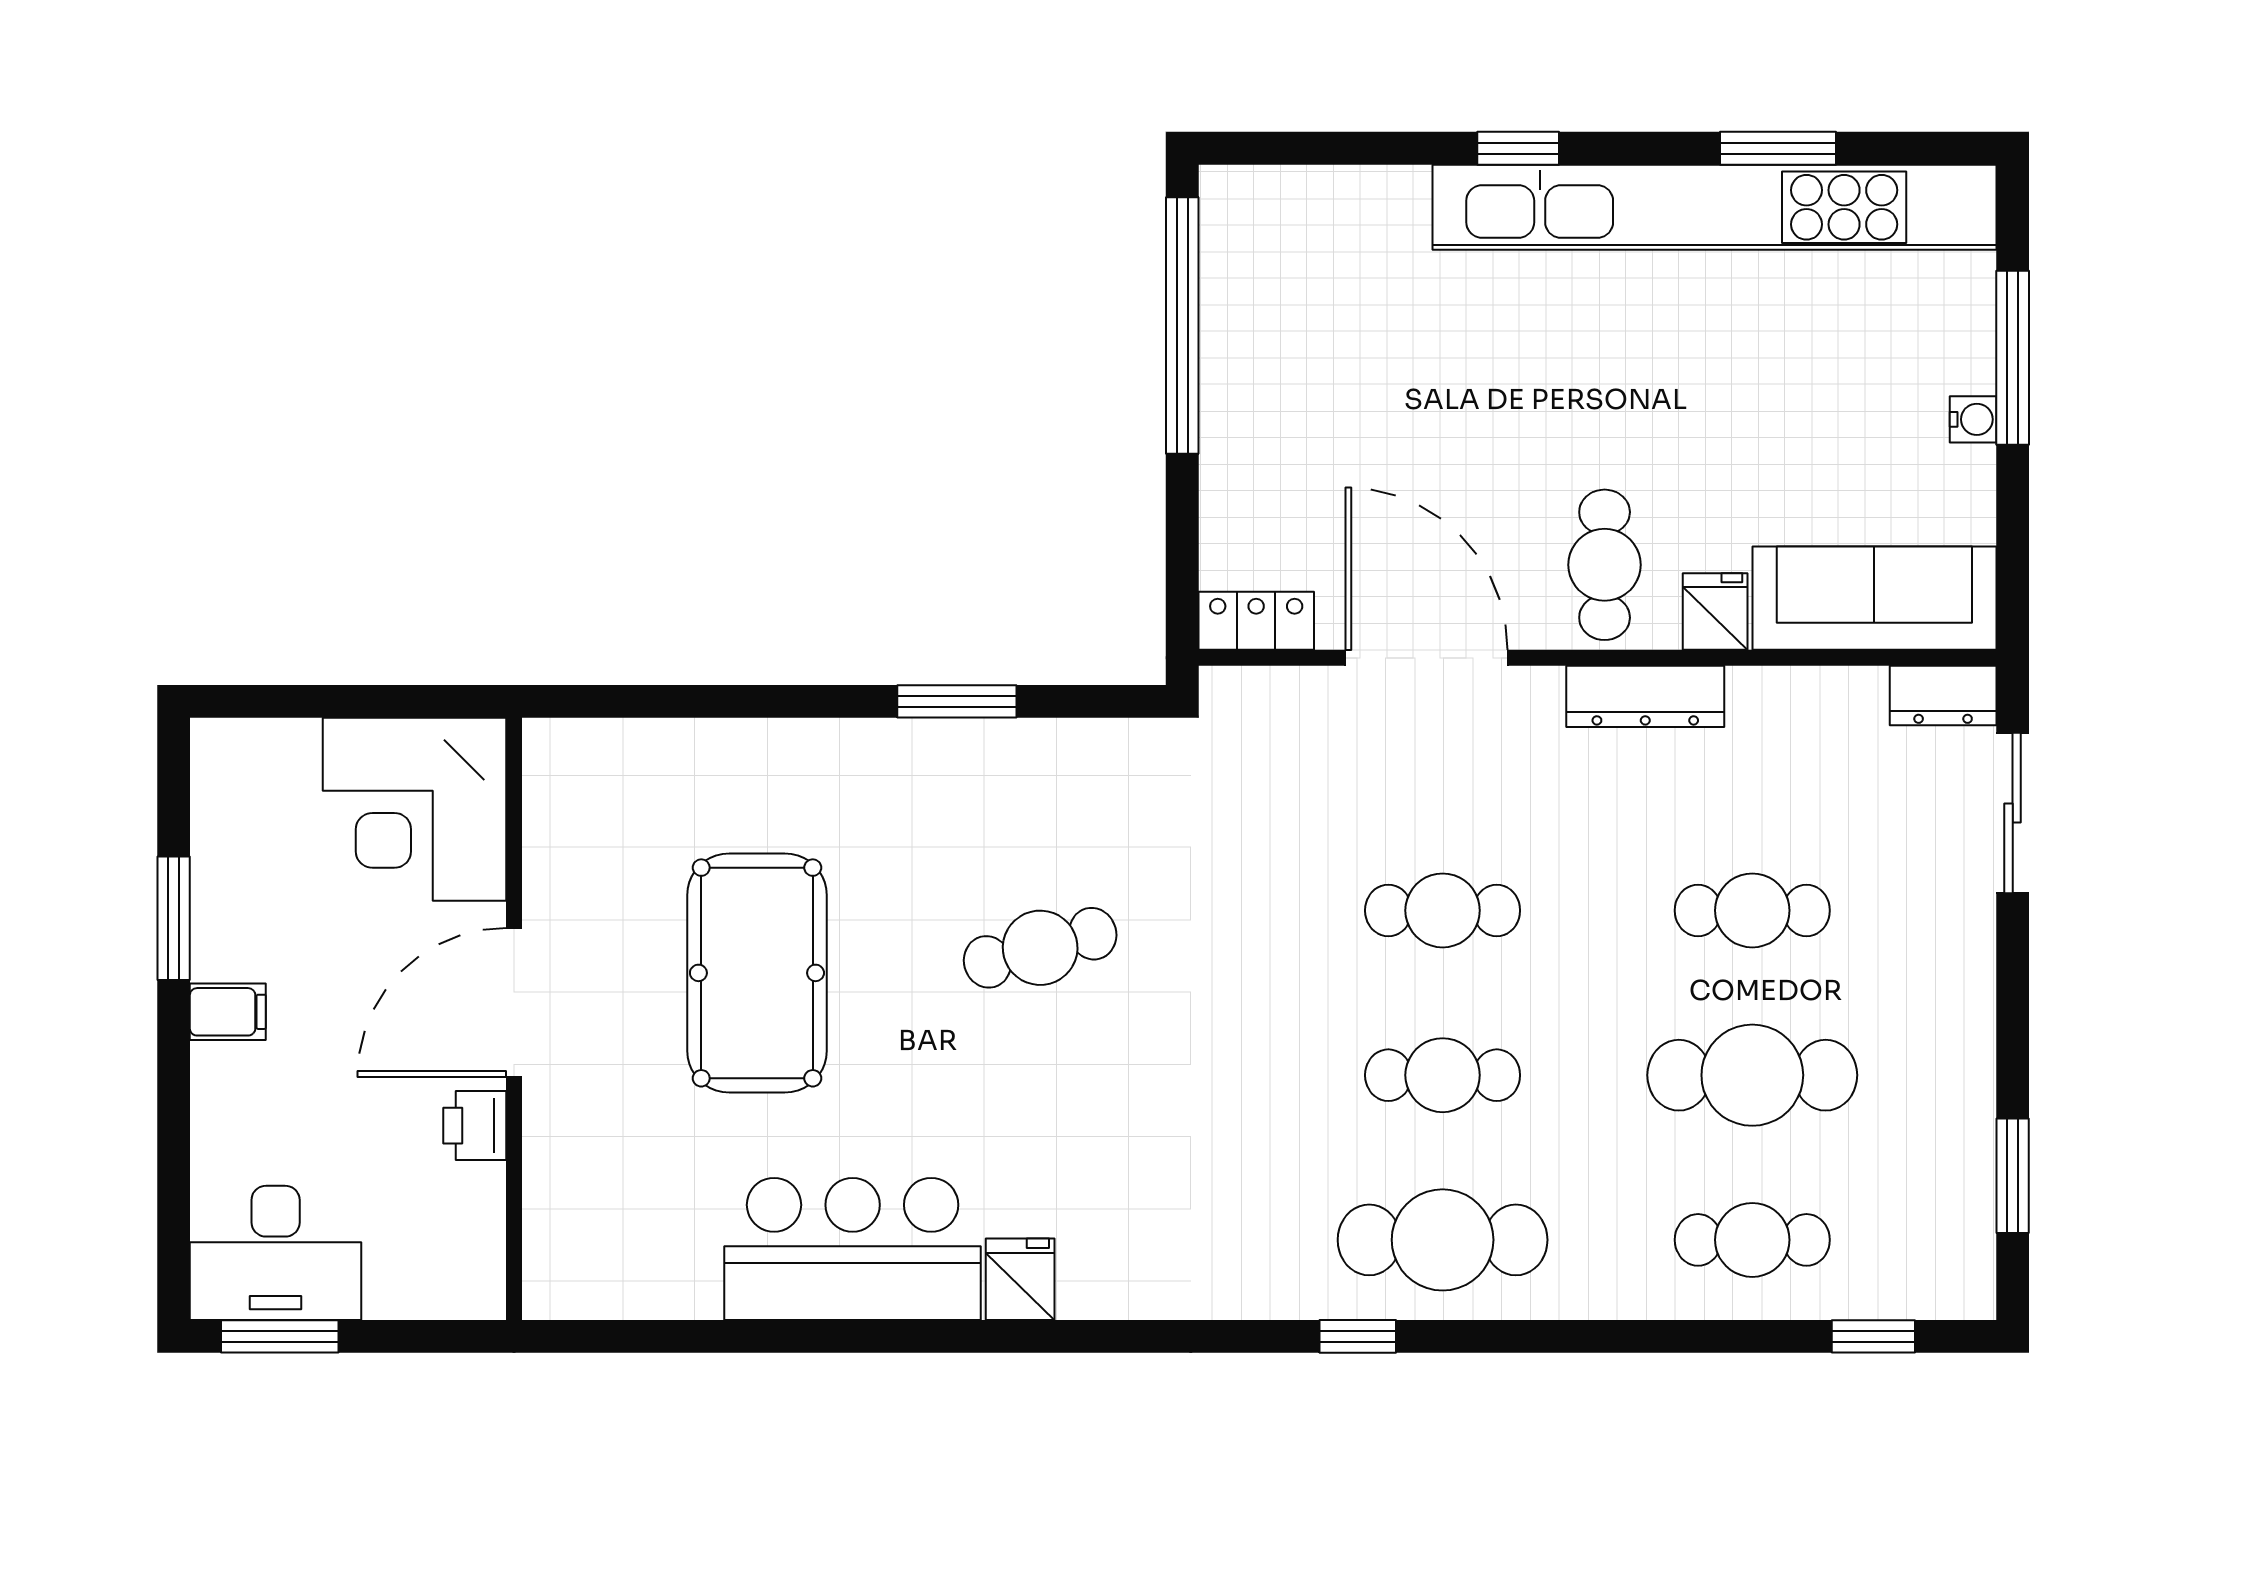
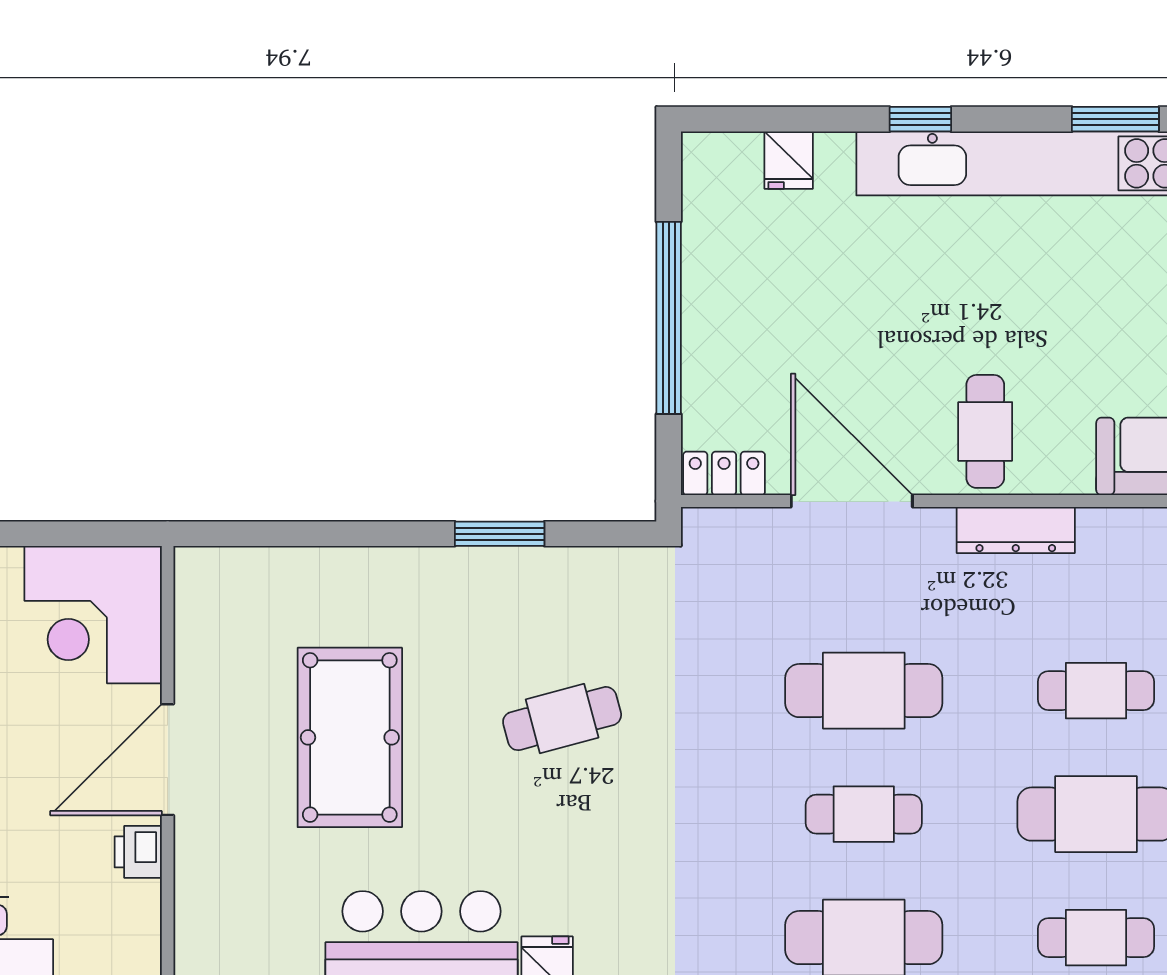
window: (1182, 325) -> (669, 318), moved
fridge: (1715, 611) -> (789, 160), moved, turned 180
cafe table: (1443, 910) -> (864, 691), width x1.37, depth x1.35

